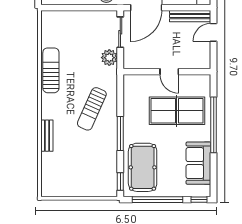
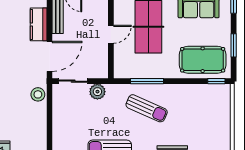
door: (146, 8) -> (50, 56), hinge flipped
window: (120, 134) -> (147, 81), moved
window: (158, 200) -> (234, 45), width x0.47

